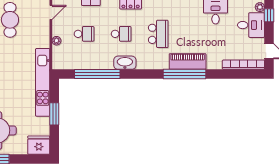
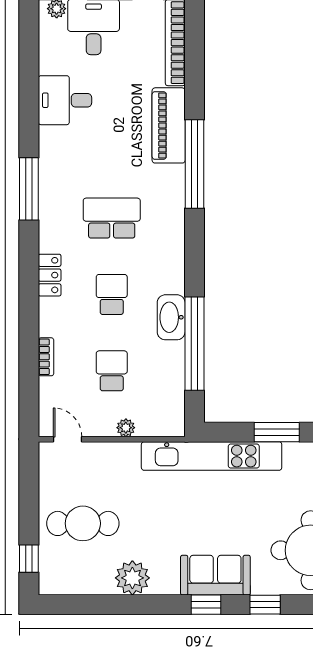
piano: (188, 61) -> (169, 125), moved
washbasin: (125, 63) -> (171, 317), moved

